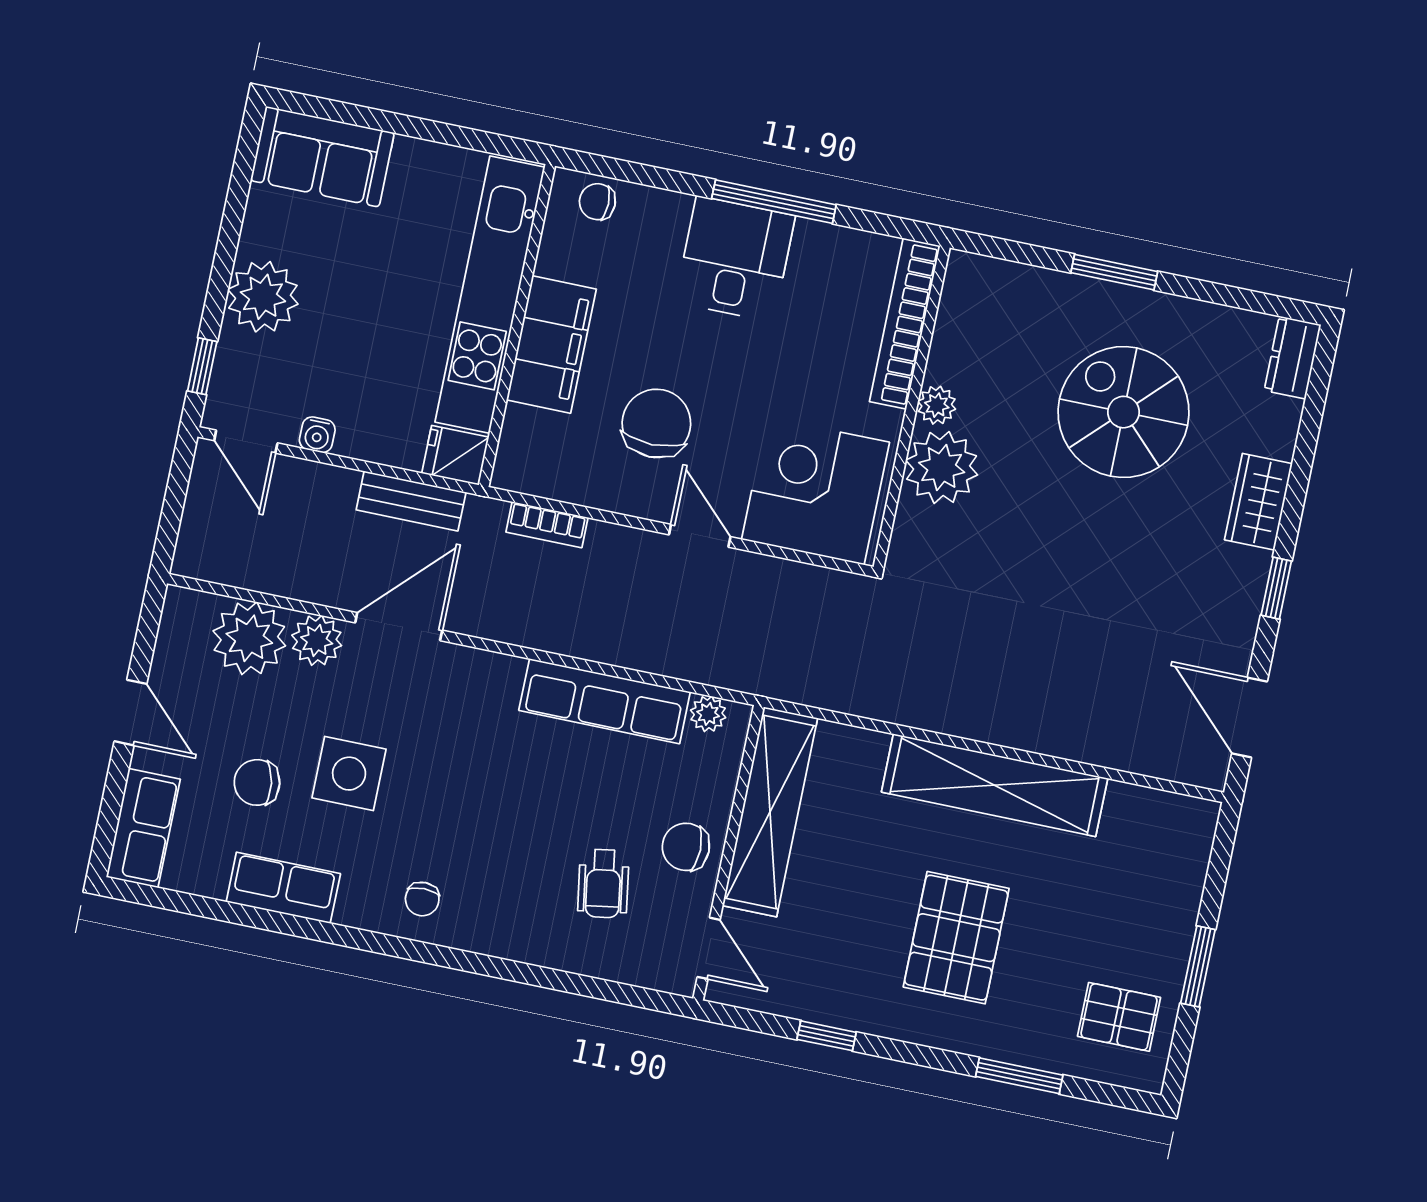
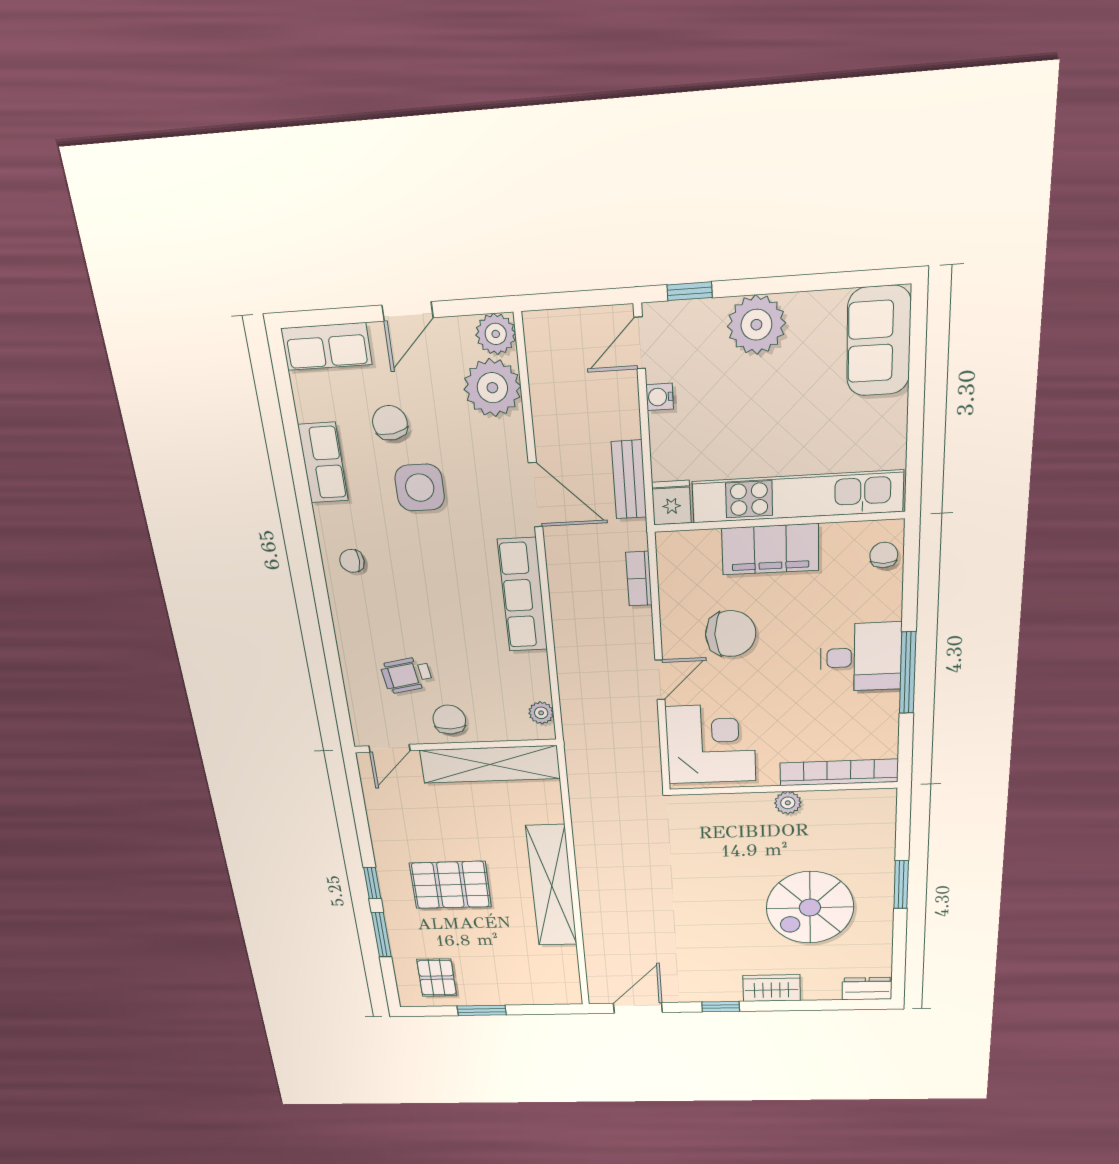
spiral stairs: (1124, 412) -> (810, 908), turned 180
plant: (942, 467) -> (747, 814), removed
plant: (317, 640) -> (496, 334), moved
row of seats: (605, 701) -> (523, 595), moved
window: (827, 1036) -> (372, 883), moved

